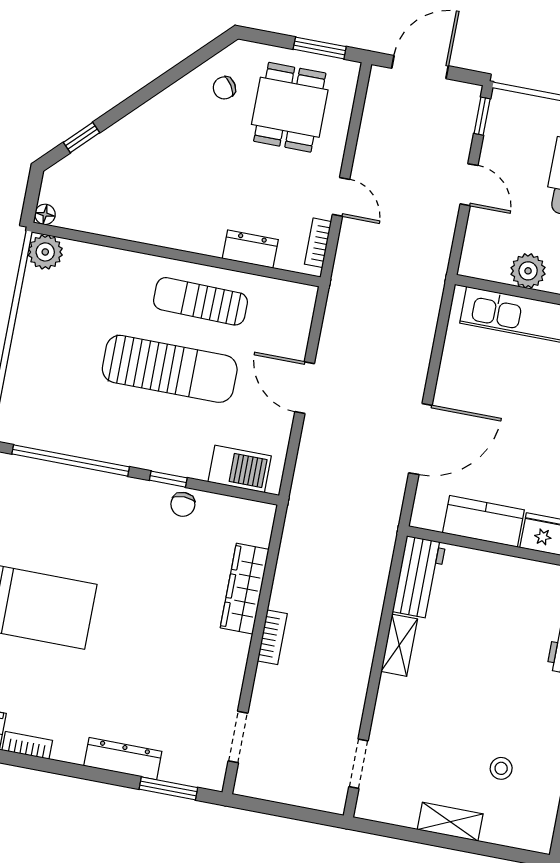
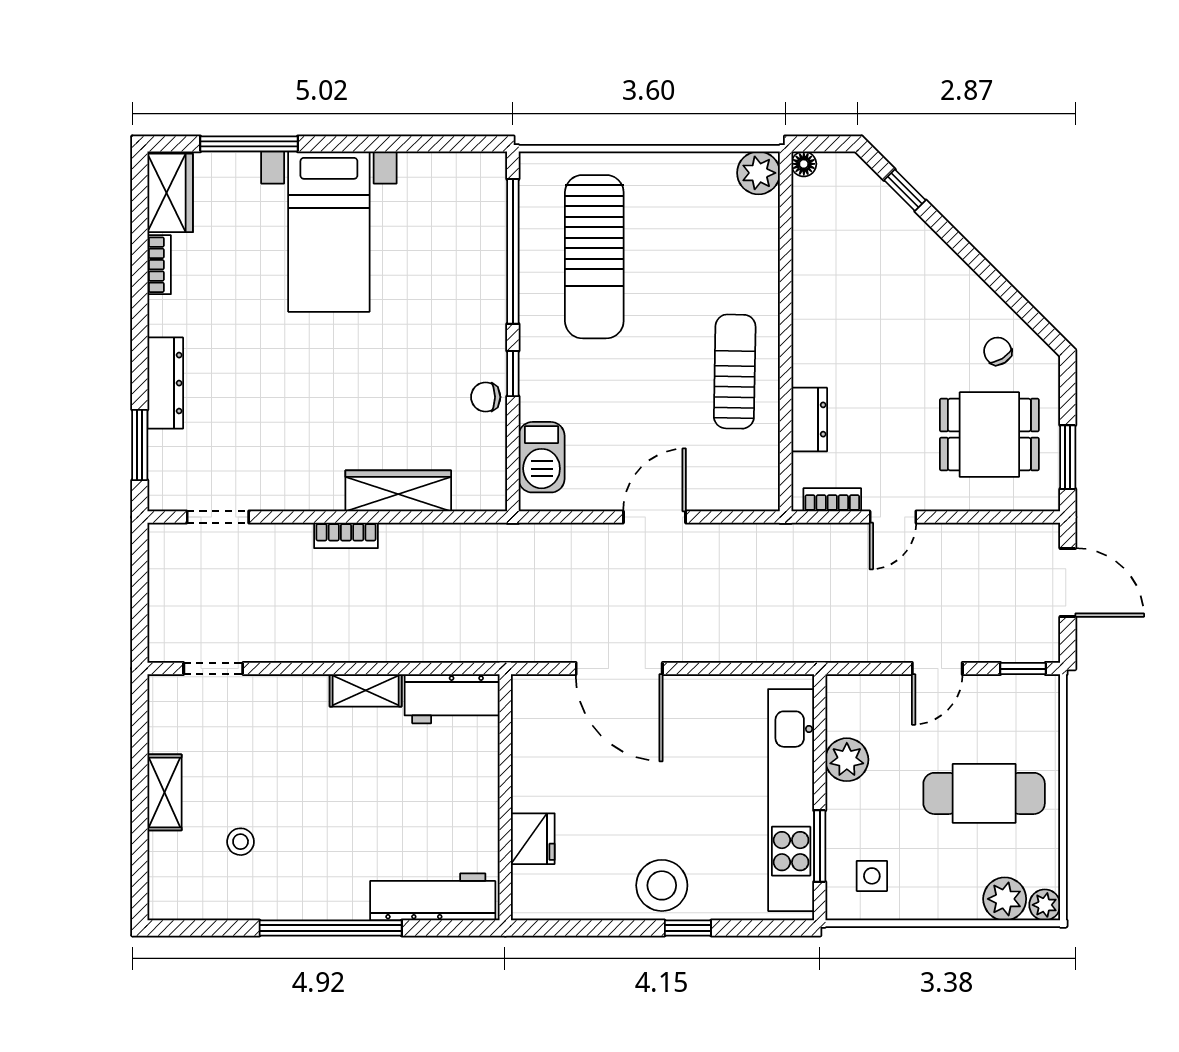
sun lounger: (170, 369) -> (594, 257), moved
kitchen counter: (483, 521) -> (534, 763), removed

